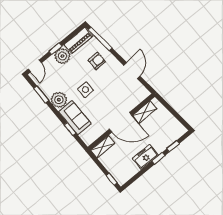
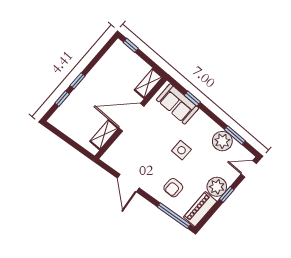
door: (35, 66) -> (249, 169), hinge flipped
plant: (59, 100) -> (222, 141), moved
sofa: (75, 118) -> (178, 104), moved
freezer: (145, 157) -> (94, 80), removed

